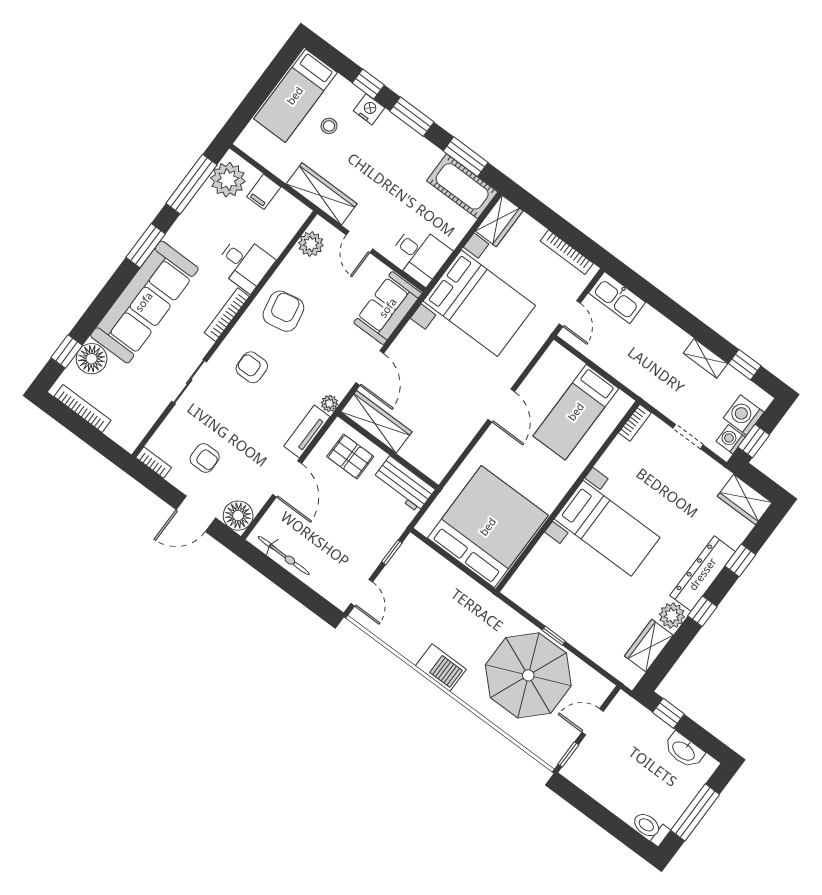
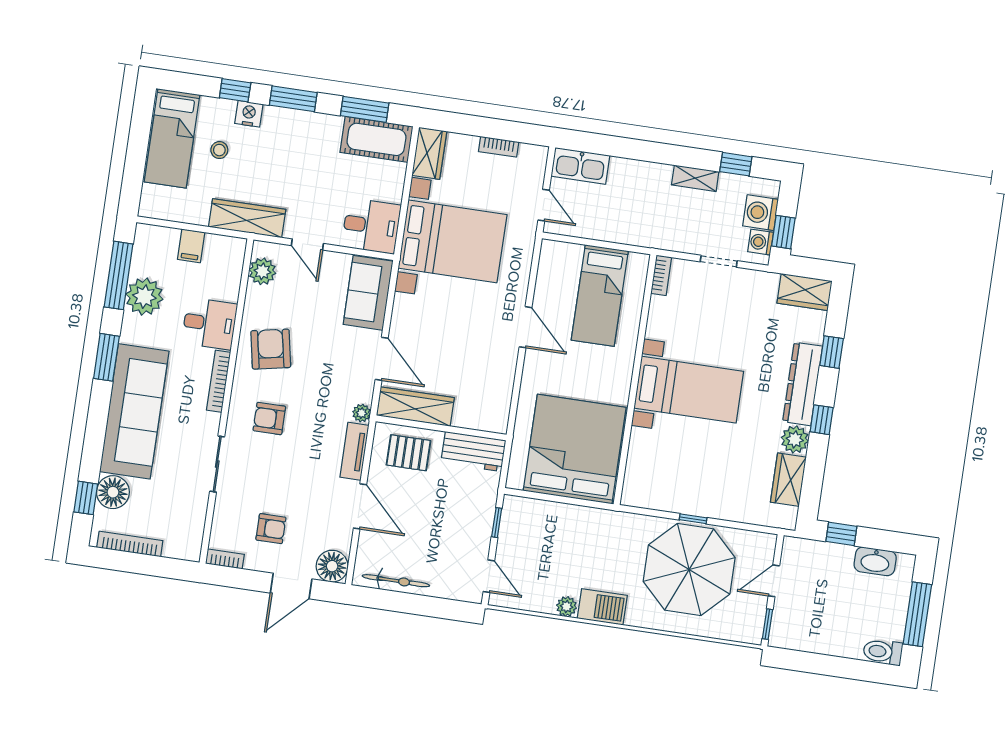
plant: (228, 180) -> (144, 297), moved
bookcase: (567, 252) -> (499, 147), width x0.64
plant: (412, 652) -> (567, 607), added

